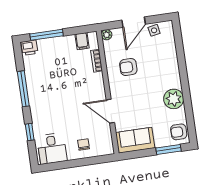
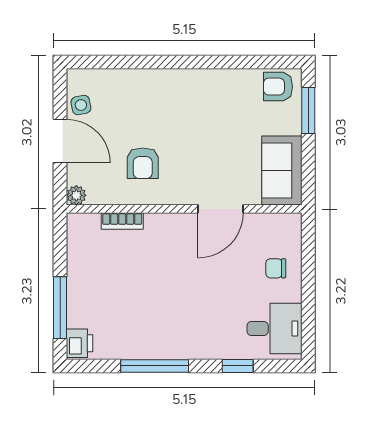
filing cabinet: (82, 41) -> (82, 243), removed
plant: (174, 99) -> (215, 87), removed
armchair: (179, 132) -> (278, 87), turned 90

